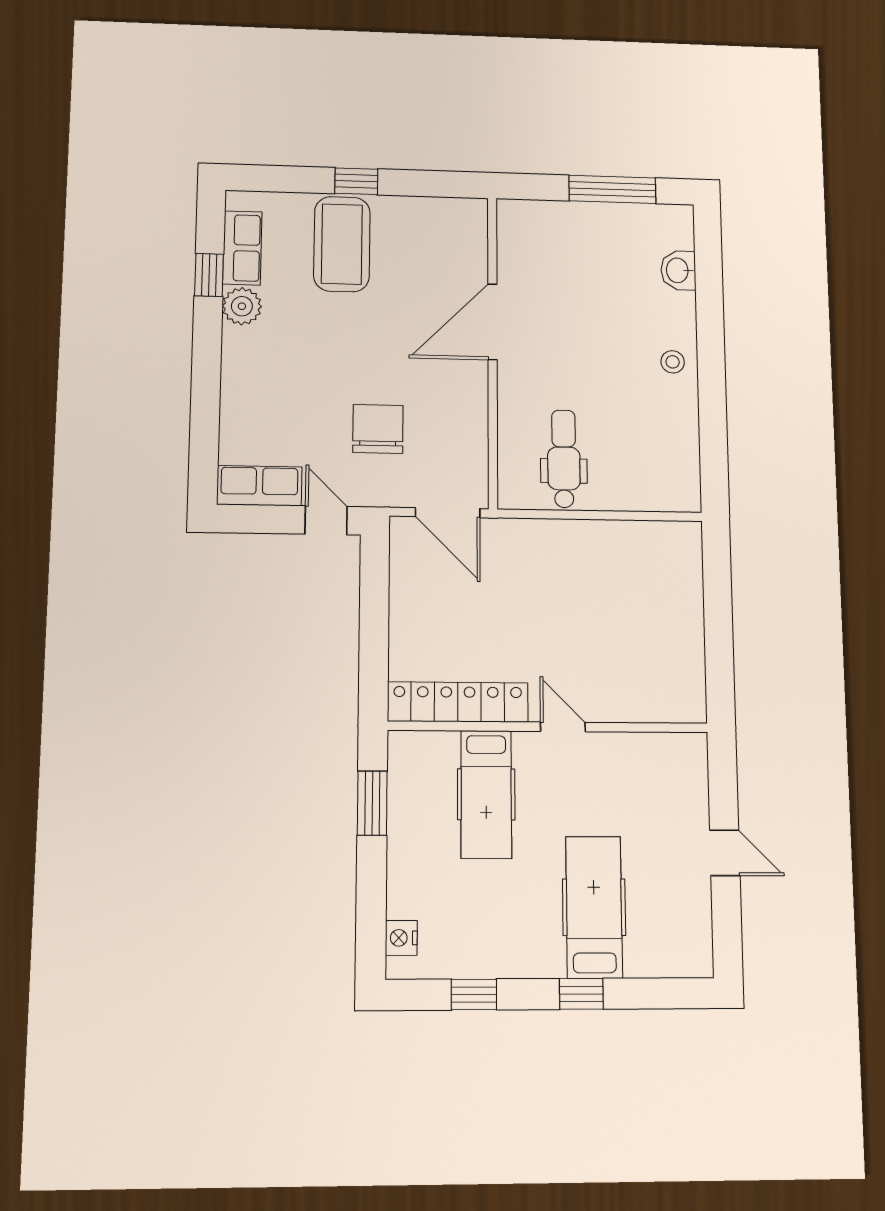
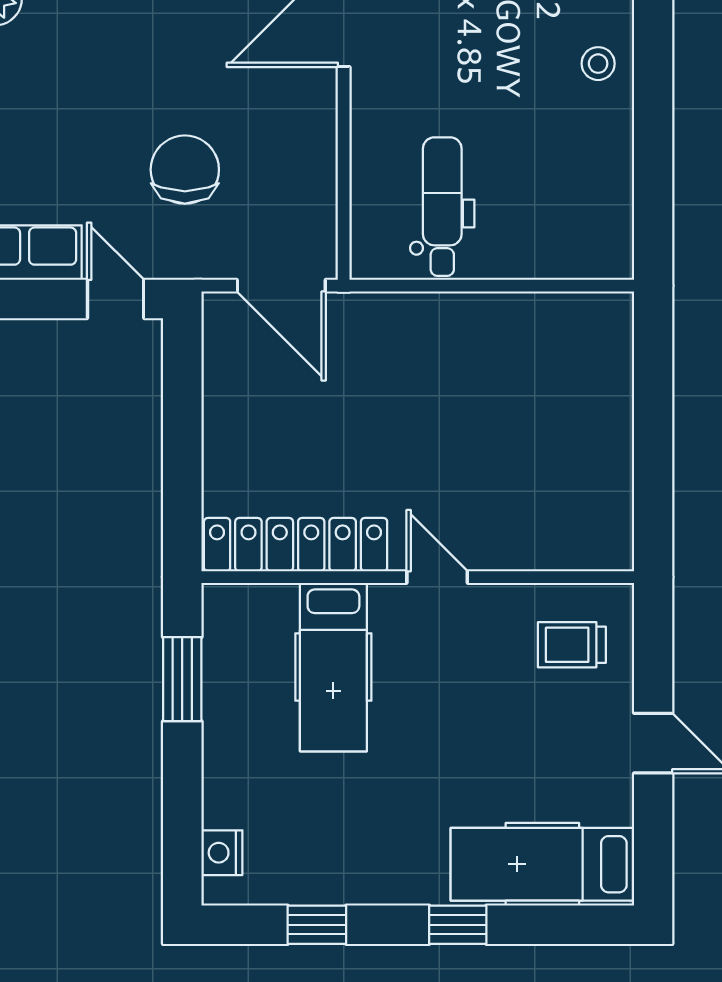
trolley: (663, 778) -> (572, 645), added
hospital bed: (594, 907) -> (542, 864), moved, turned -90

